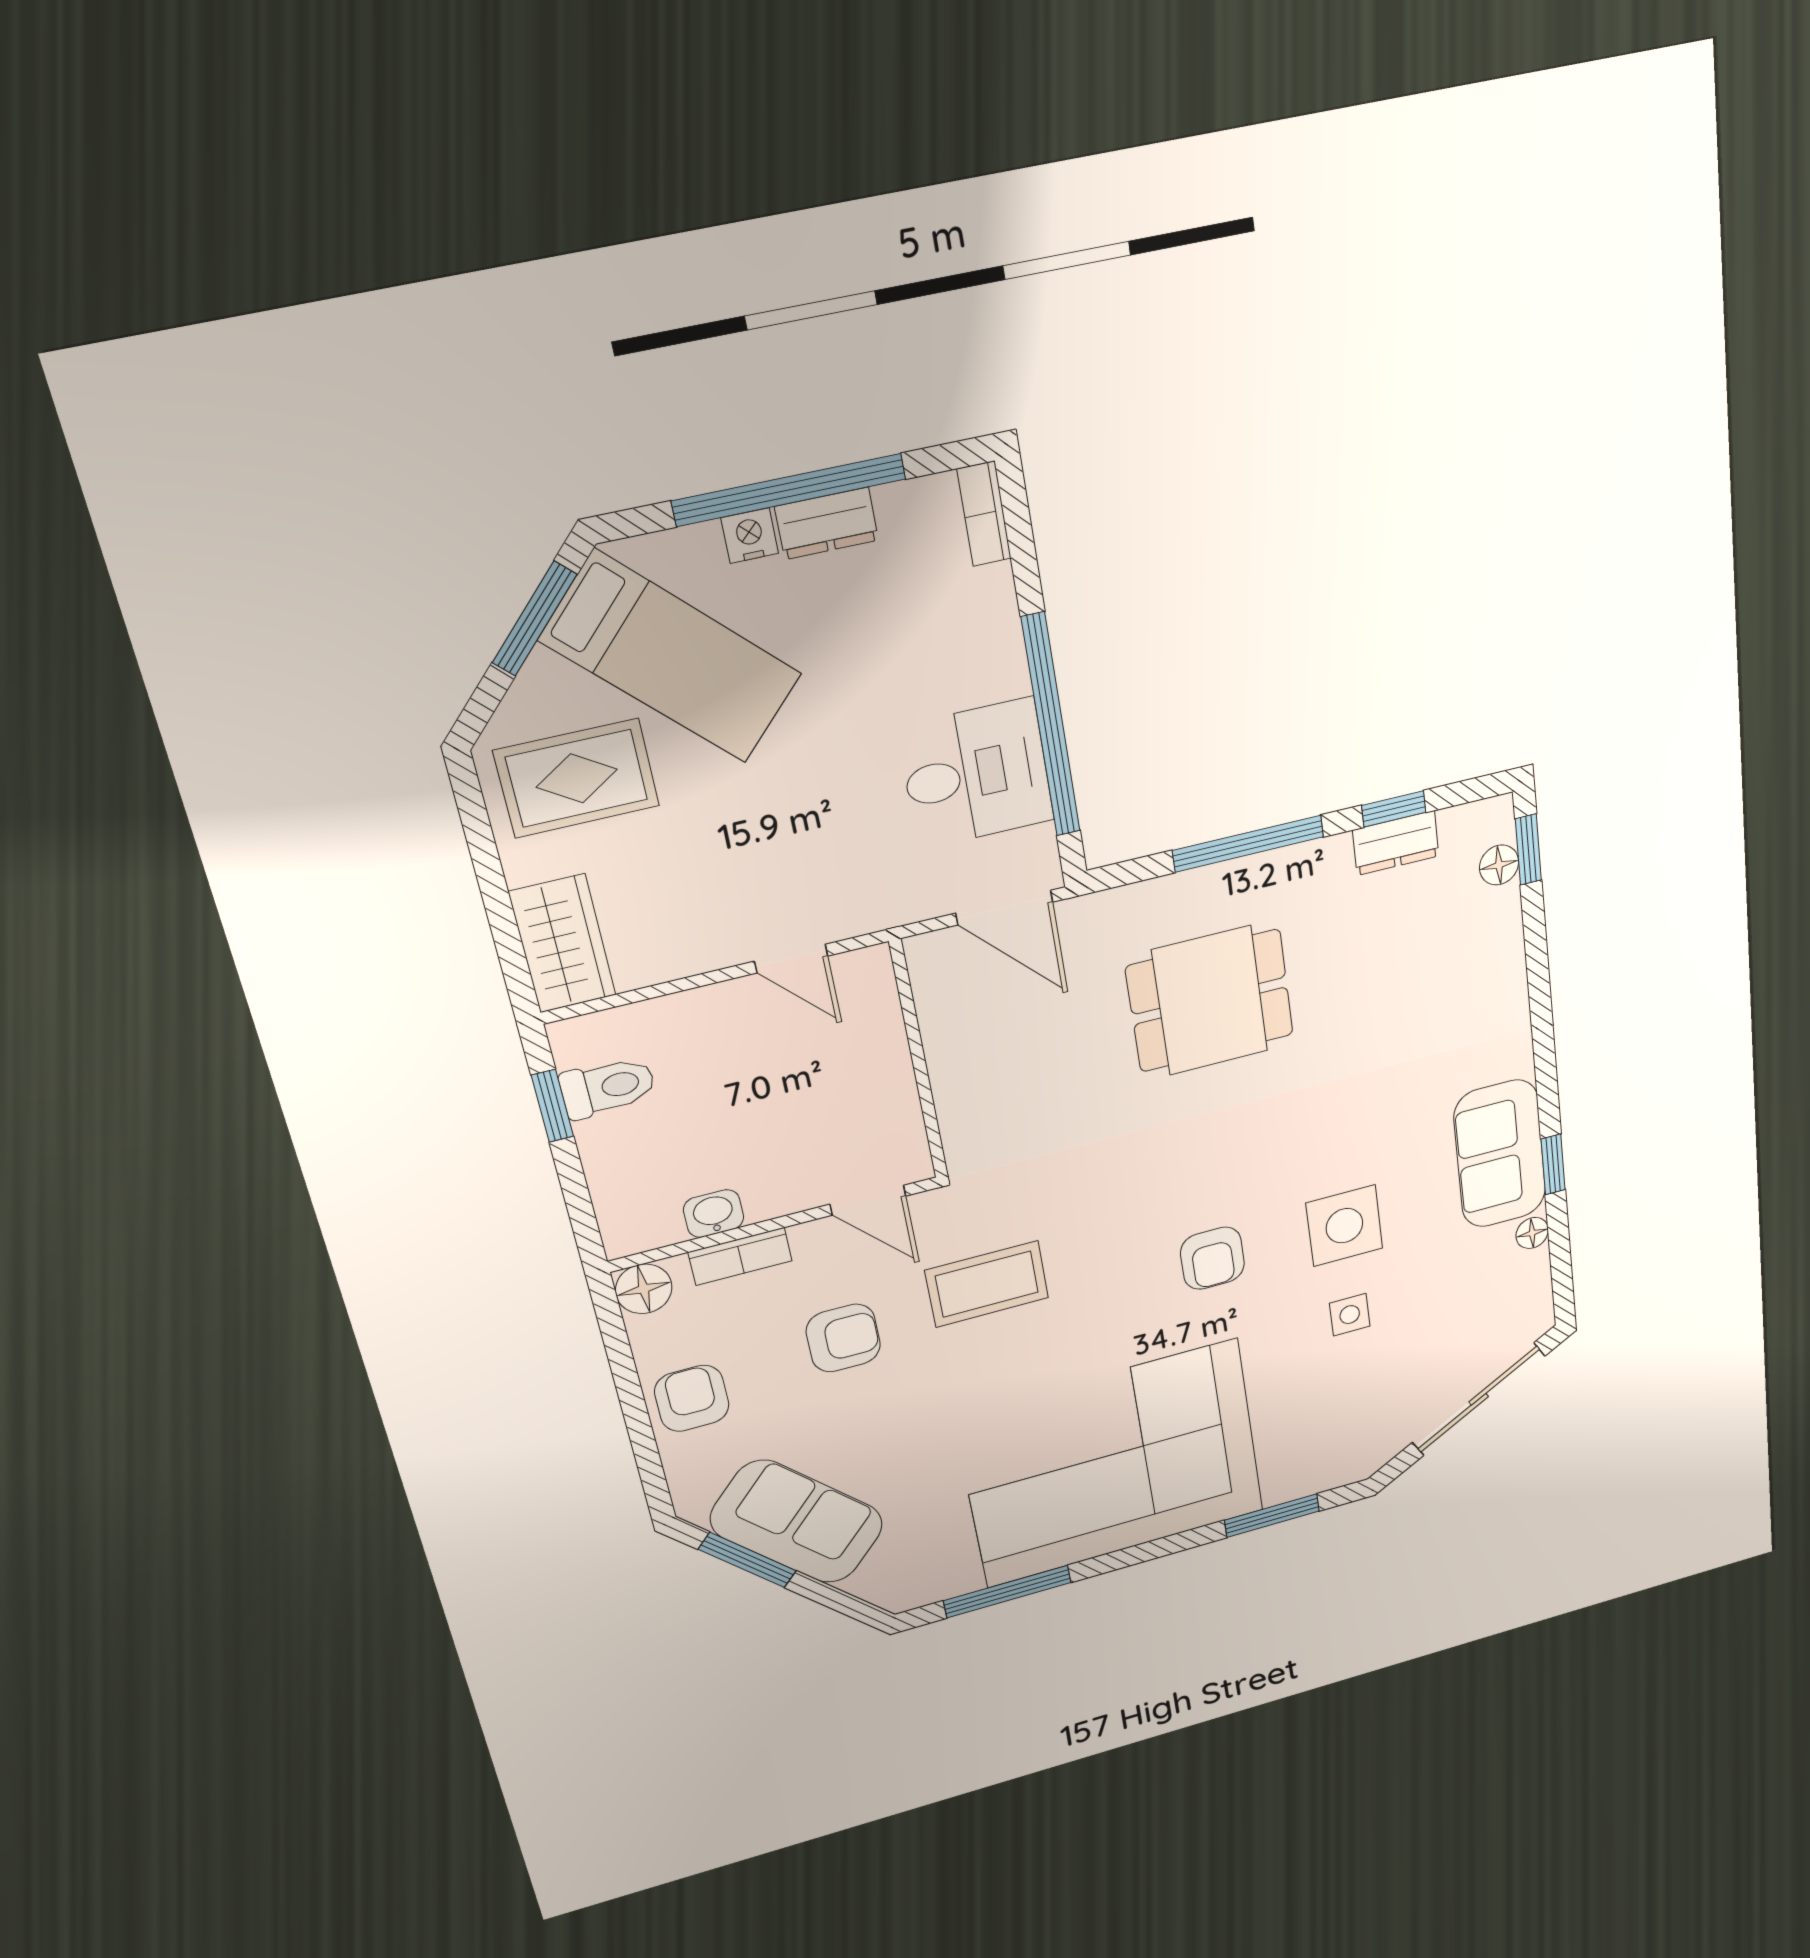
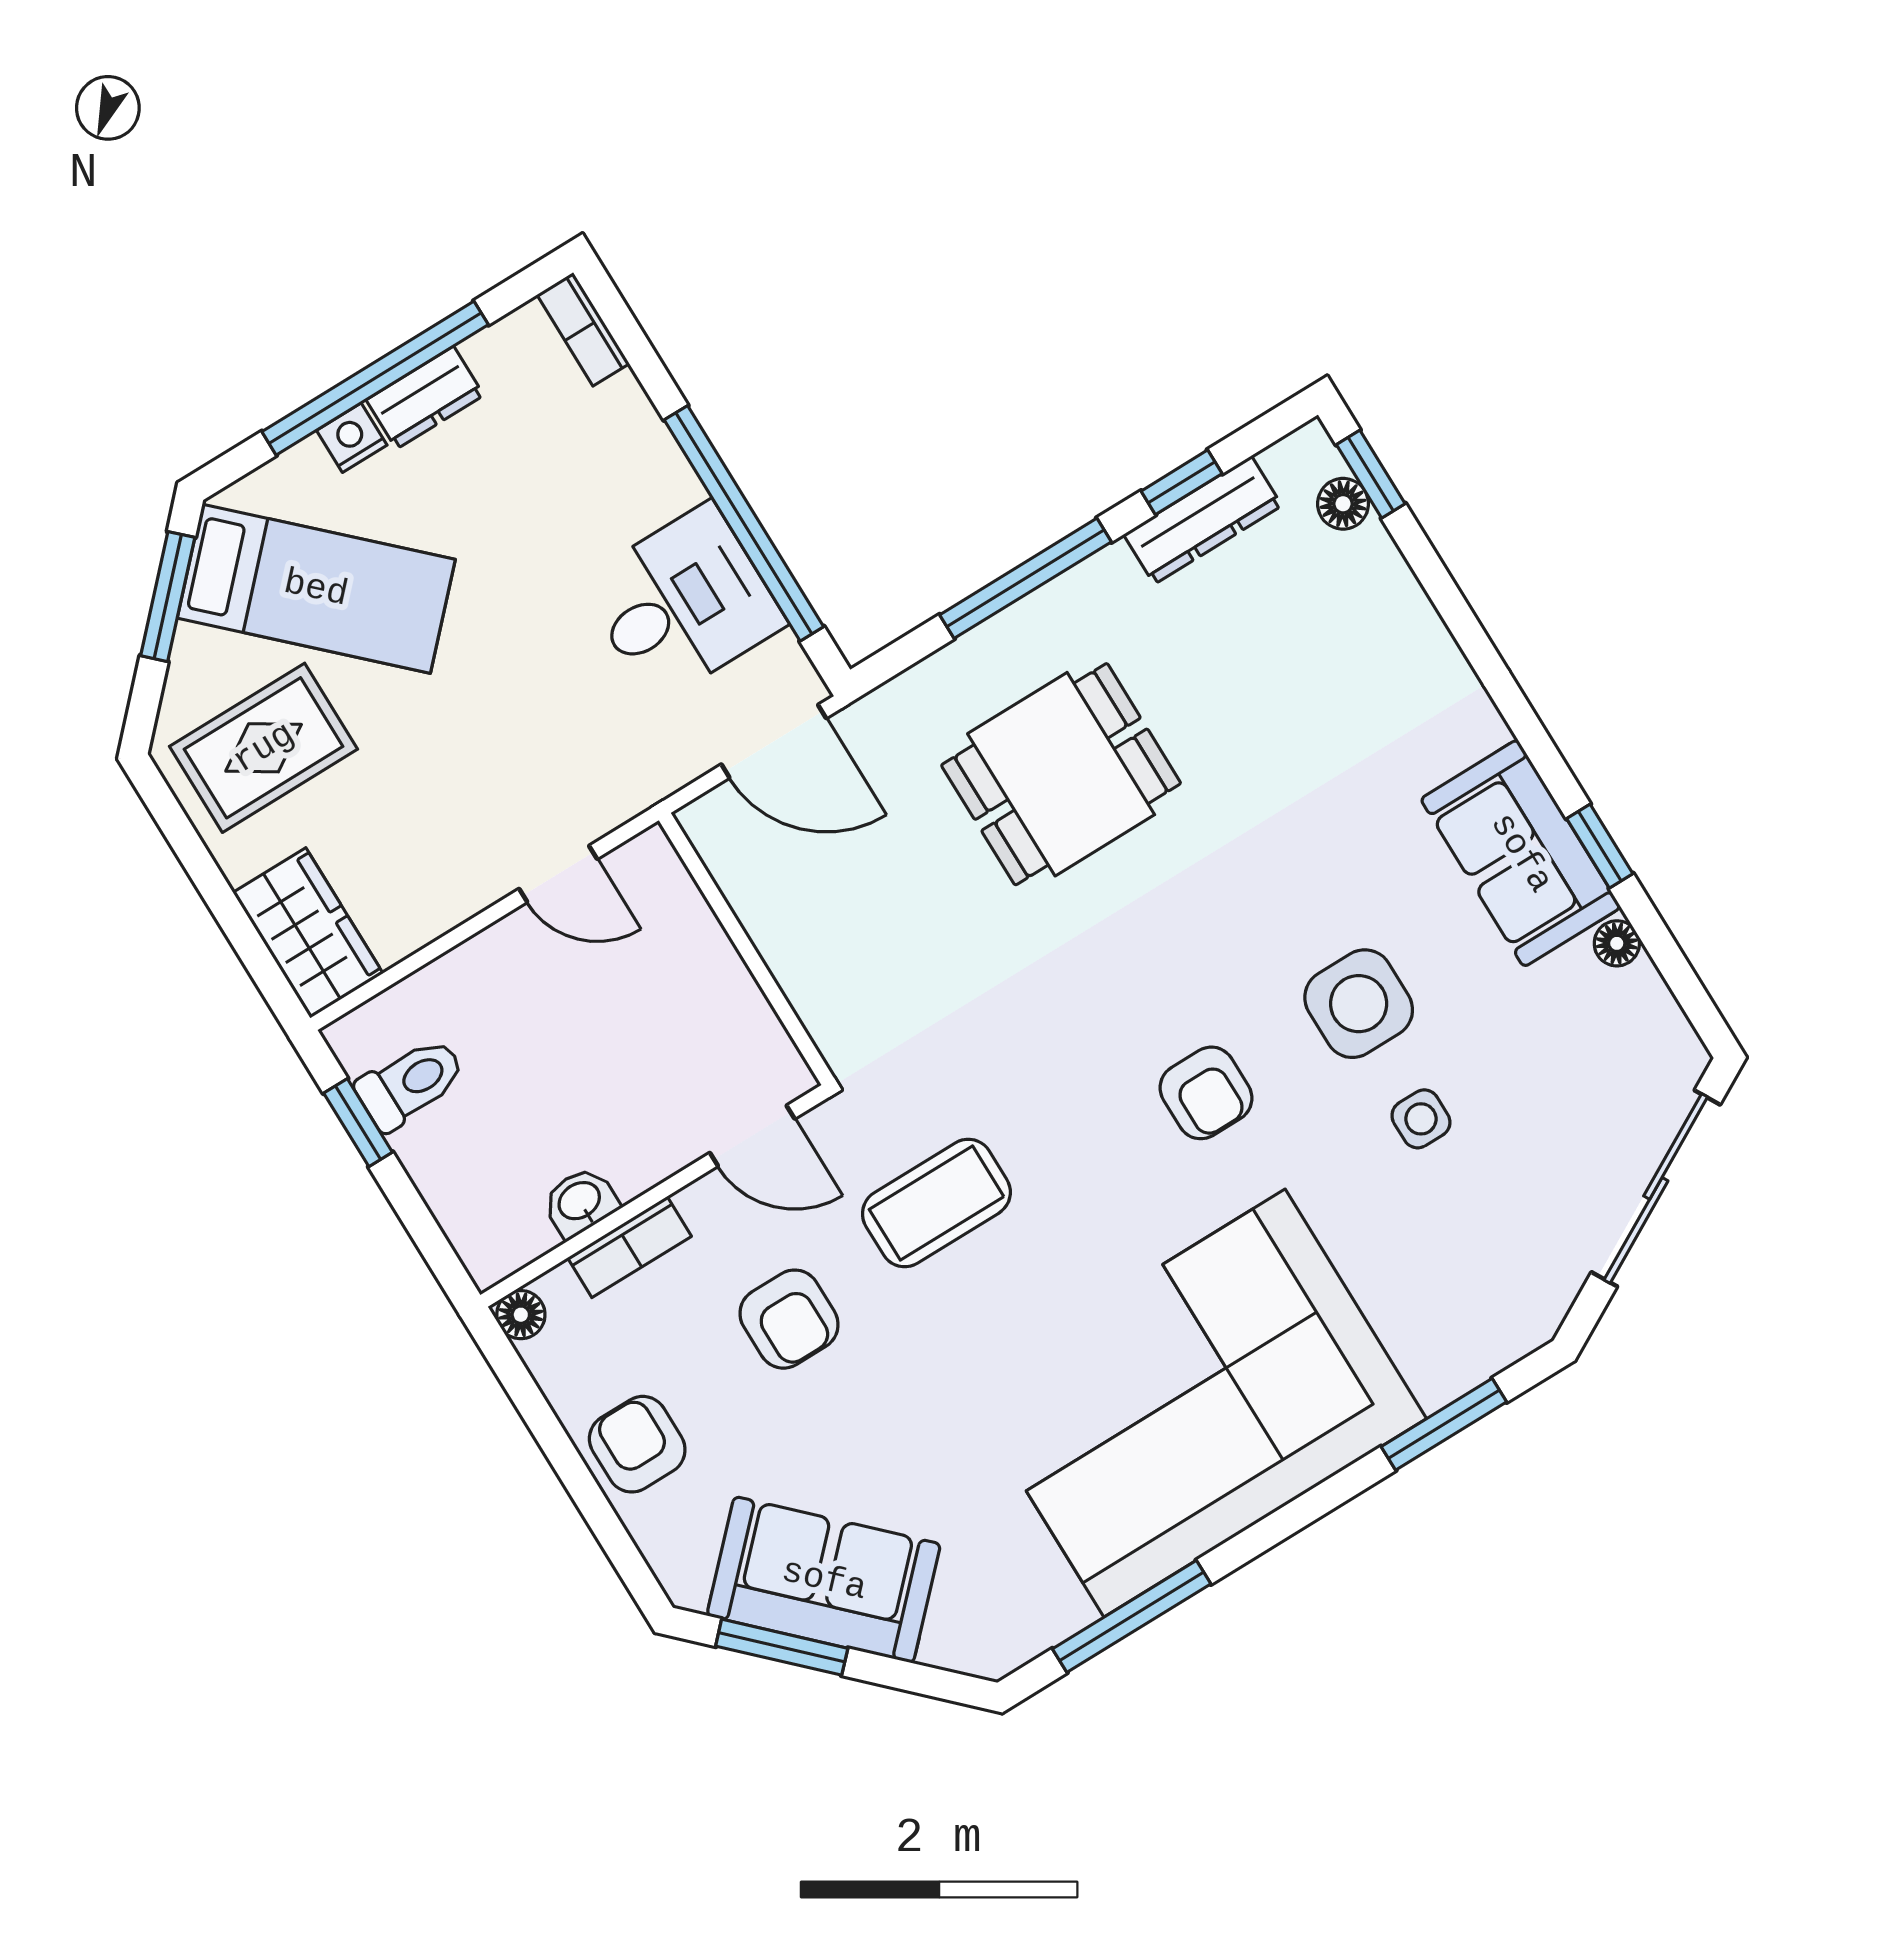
dresser: (1396, 843) -> (1203, 520), width x1.44
floor lamp: (644, 1289) -> (521, 1315), width x0.73, depth x0.73
armchair: (843, 1338) -> (789, 1319), turned 90

